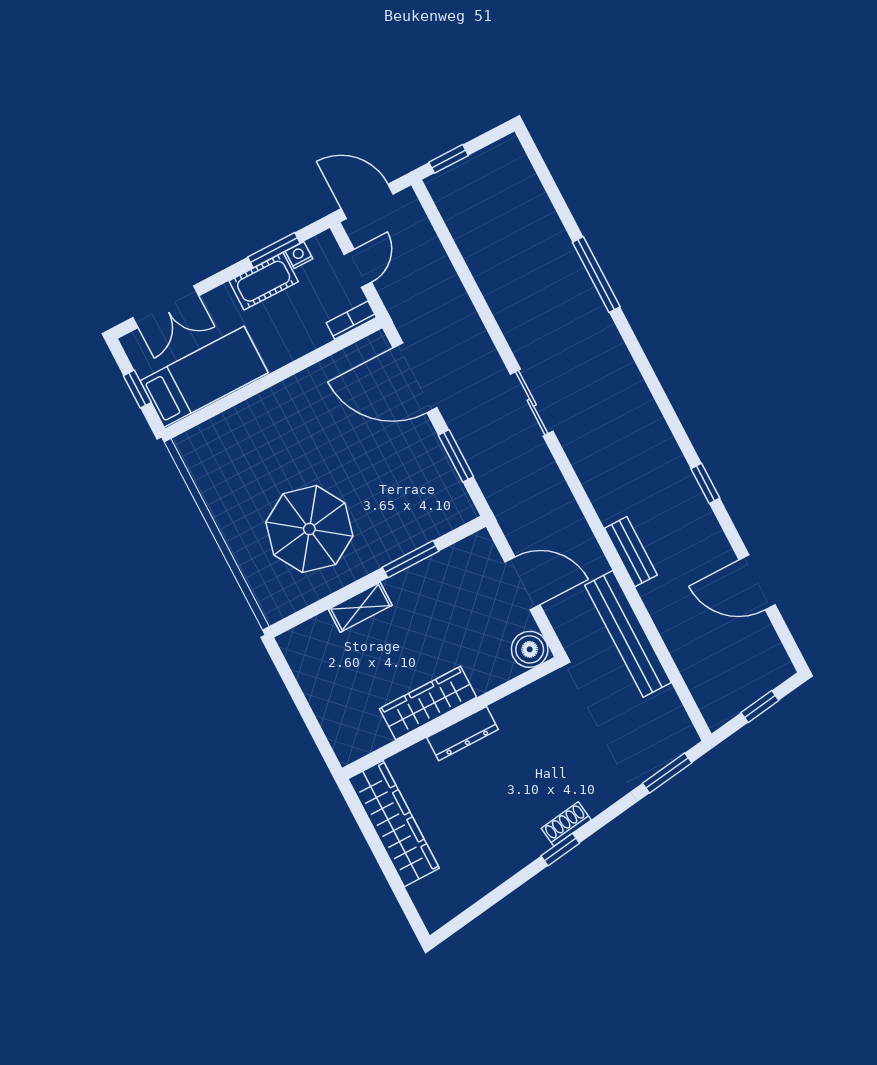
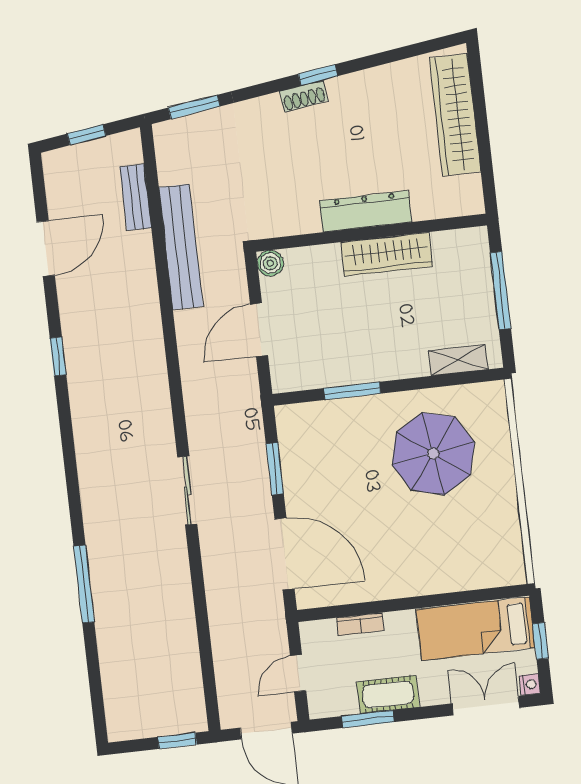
nightstand: (299, 255) -> (530, 684), moved, turned -90
bookcase: (351, 320) -> (360, 624), moved
bench: (631, 552) -> (135, 197), moved
door: (757, 582) -> (46, 248), hinge flipped
door: (522, 583) -> (259, 330), hinge flipped
shelving: (360, 607) -> (458, 360), moved
boiler: (530, 649) -> (270, 263), width x0.73, depth x0.73
window: (305, 710) -> (500, 291), added
dresser: (463, 734) -> (366, 211), width x1.37, depth x1.24
wardrobe: (394, 824) -> (455, 115), moved

